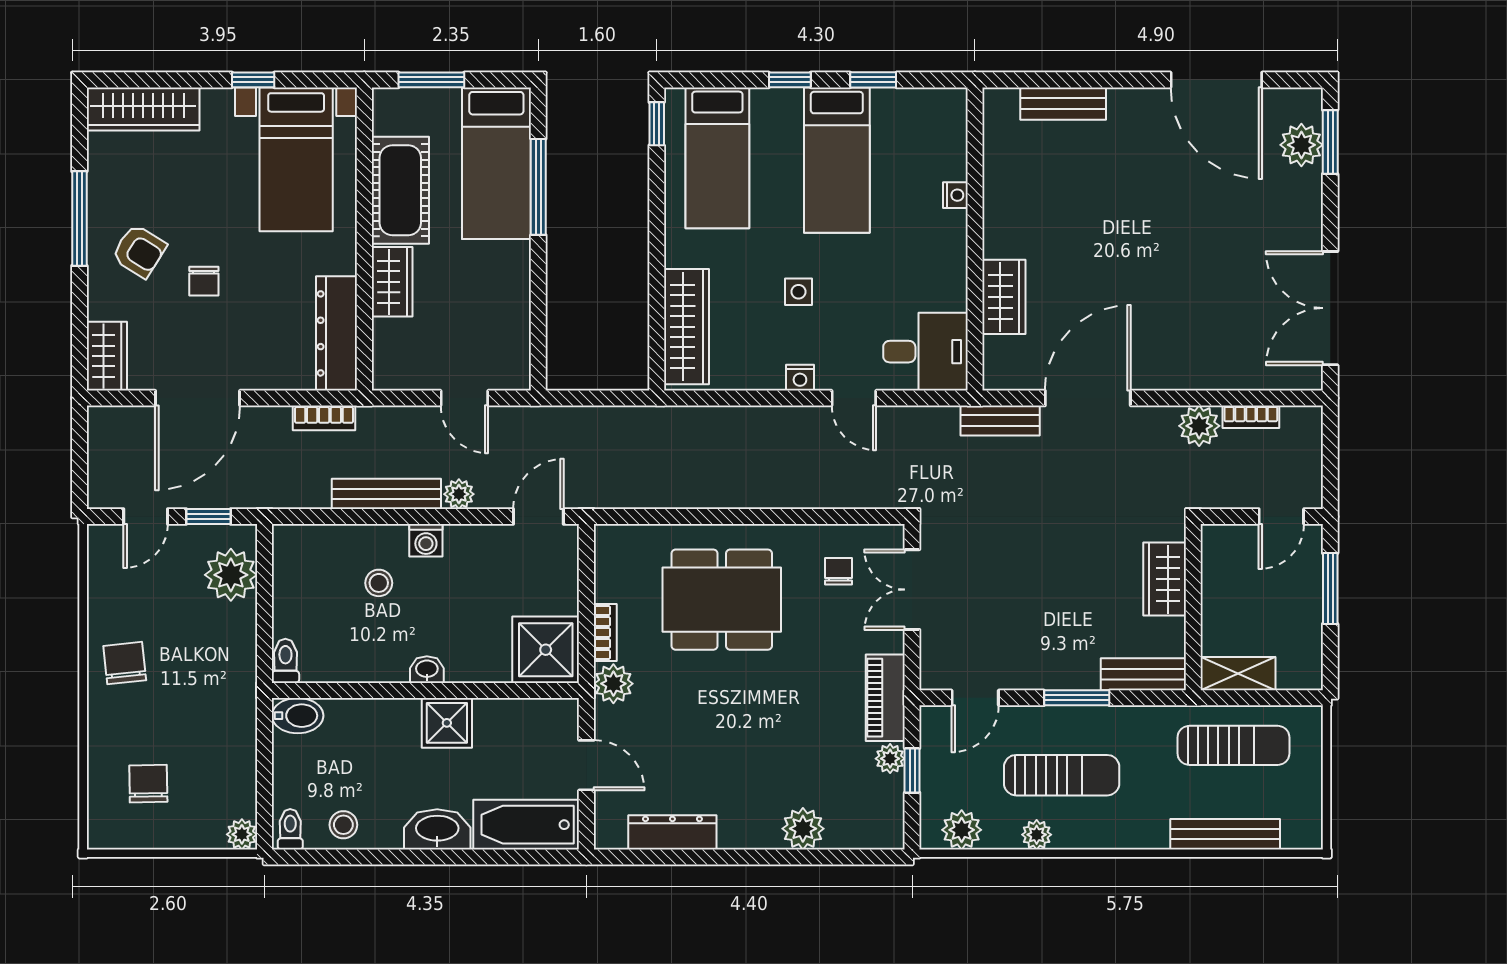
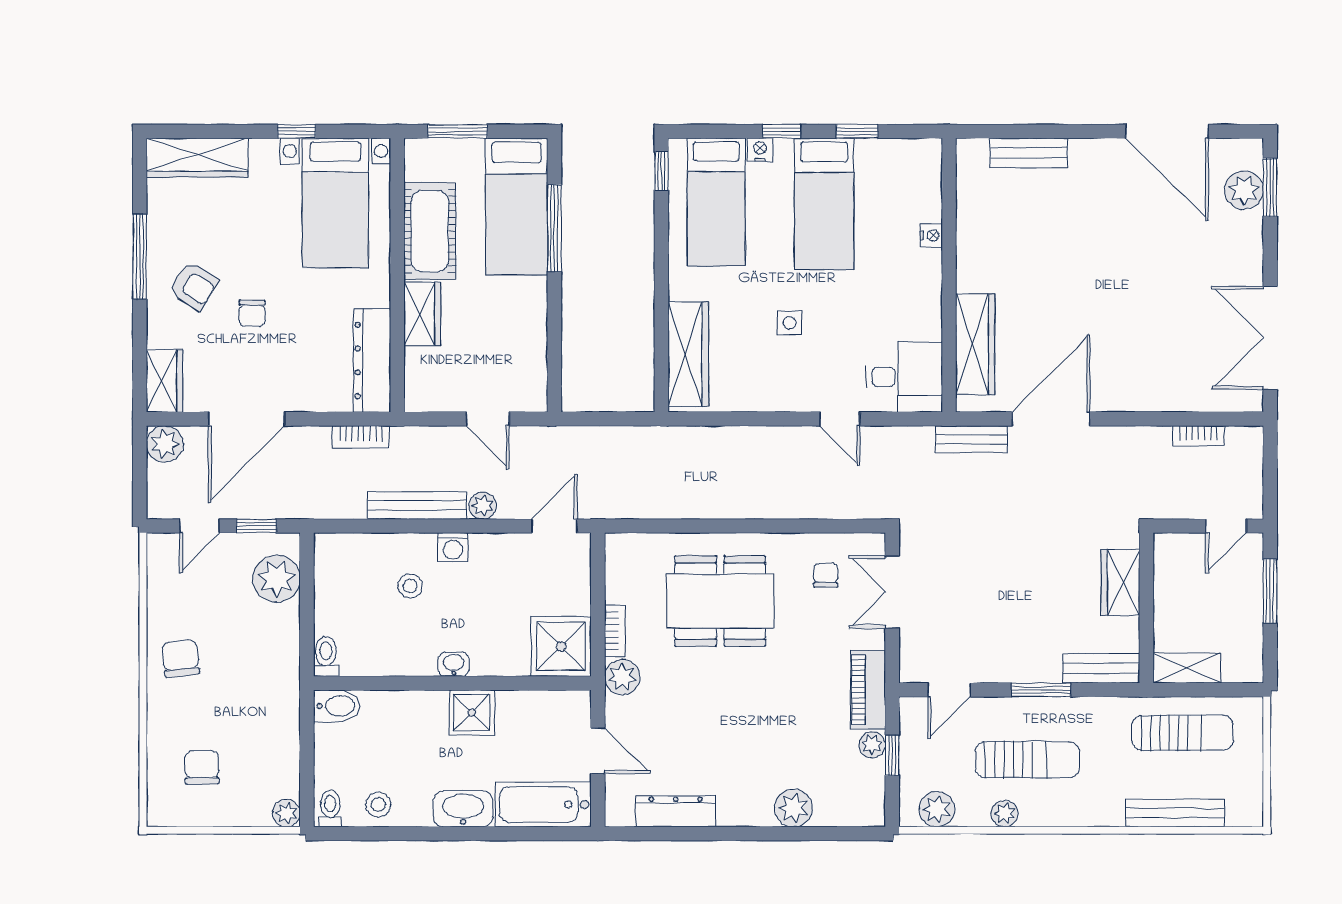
wardrobe: (1004, 297) -> (975, 344), width x1.50
nightstand: (800, 378) -> (760, 150), moved, turned 180
plant: (1199, 426) -> (165, 444), moved

